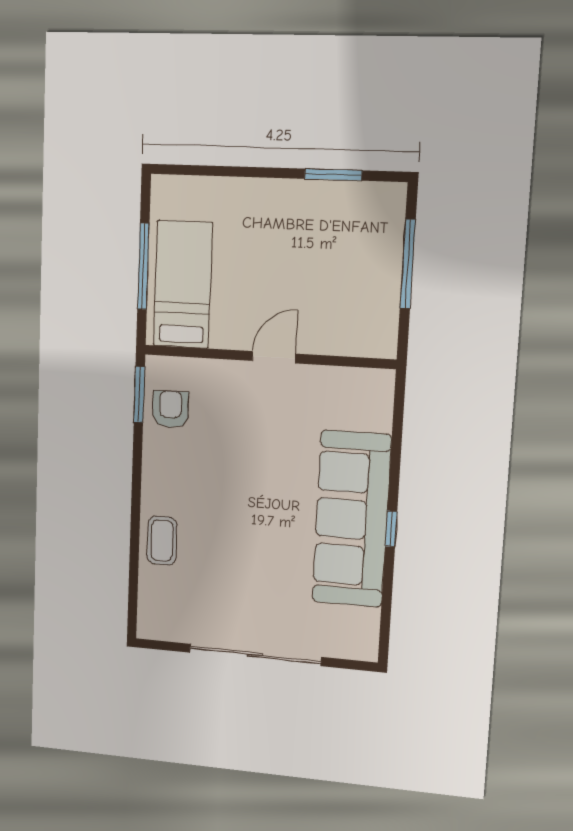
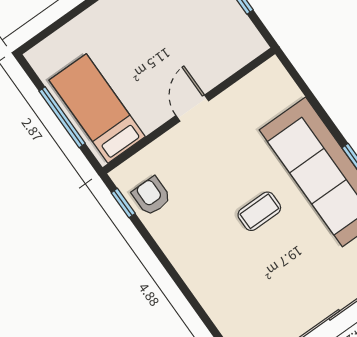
window: (139, 394) -> (123, 203), width x0.67
coffee table: (162, 541) -> (259, 211), moved, turned 90

